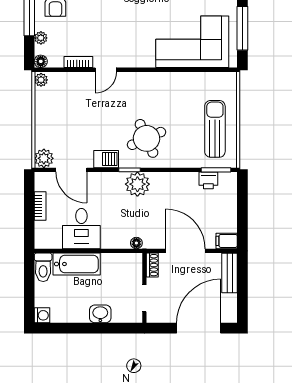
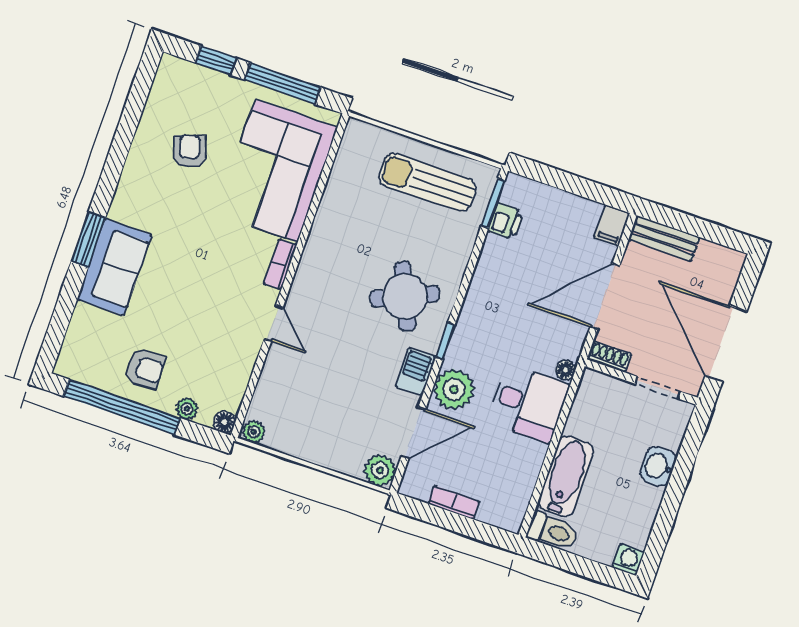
bookcase: (78, 62) -> (280, 264), moved
plant: (137, 184) -> (454, 389), moved
desk: (81, 229) -> (528, 403), moved
door: (199, 328) -> (726, 343), moved

